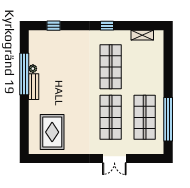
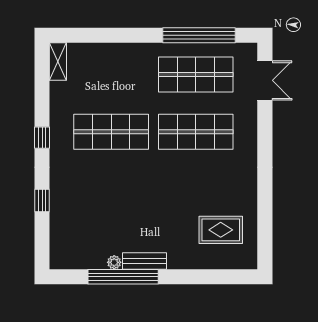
window: (54, 26) -> (42, 200), moved
shelving: (142, 35) -> (58, 61), moved
rug: (52, 132) -> (221, 230), width x0.73, depth x0.70
double door: (114, 158) -> (265, 80), moved

